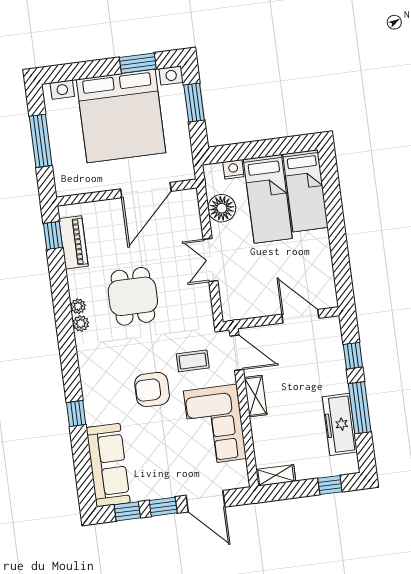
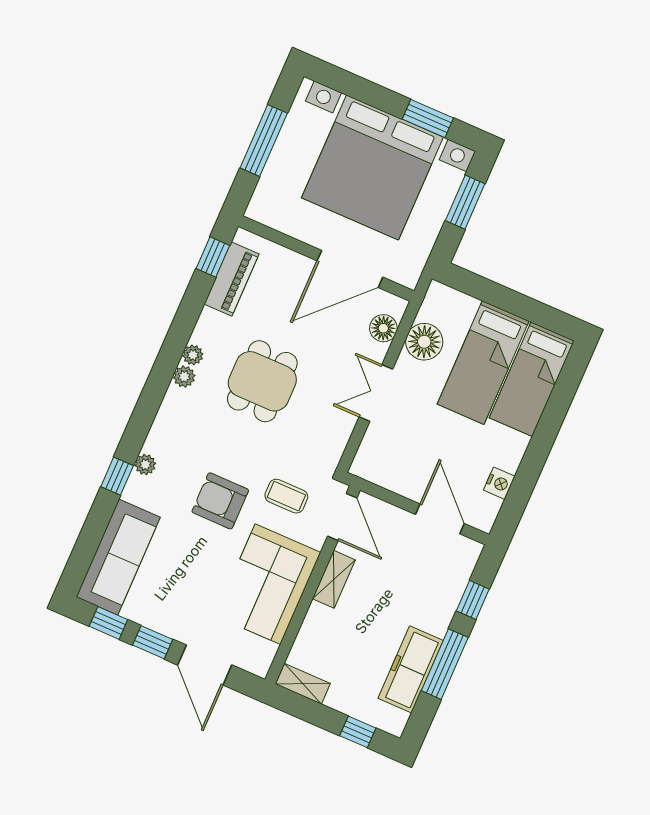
nightstand: (233, 169) -> (499, 483), moved, turned 90
floor lamp: (190, 215) -> (383, 328), added
plant: (90, 395) -> (145, 465), added

